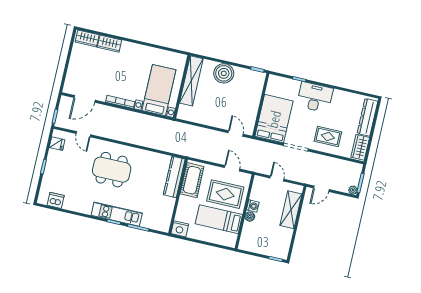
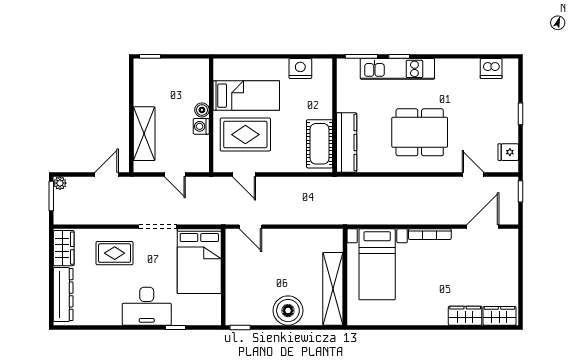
kitchen counter: (174, 177) -> (347, 142), moved
cot: (192, 180) -> (320, 144), moved
wall: (178, 196) -> (335, 115), moved

